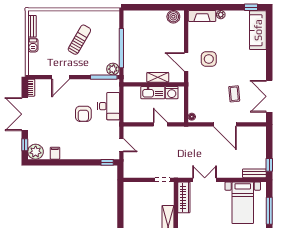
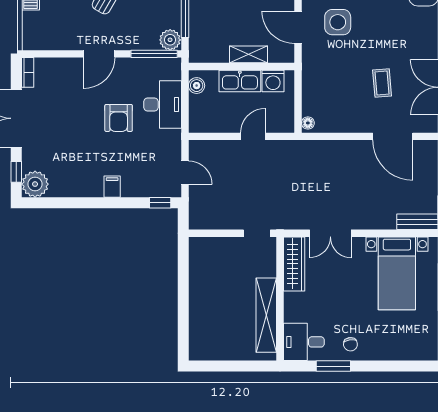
door: (61, 77) -> (99, 54), moved
boiler: (128, 95) -> (197, 86), added
door: (160, 124) -> (253, 136), hinge flipped
door: (225, 124) -> (393, 136), moved
filing cabinet: (55, 153) -> (112, 187), moved
double door: (205, 180) -> (330, 233), swing flipped

